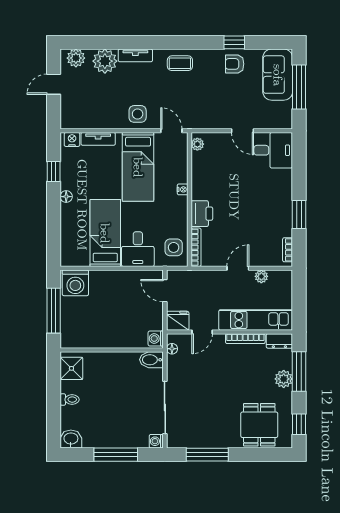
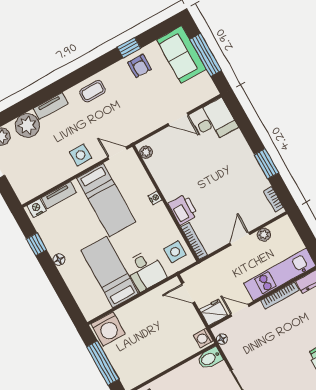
armchair: (235, 64) -> (140, 66), turned -90
door: (202, 332) -> (240, 310), swing flipped

